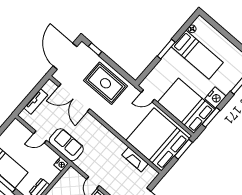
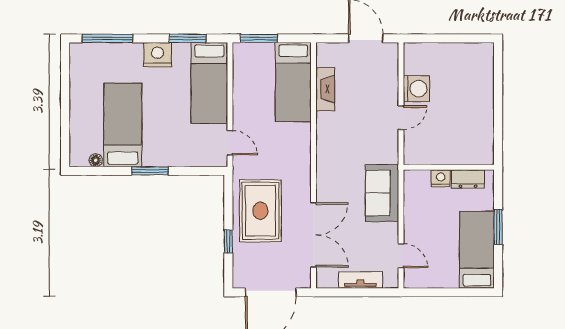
window: (95, 49) -> (228, 241), moved
bed: (186, 106) -> (209, 83), width x0.67
door: (40, 137) -> (401, 256), moved
bed: (158, 139) -> (293, 82), width x0.49
nightstand: (61, 164) -> (441, 178), moved

